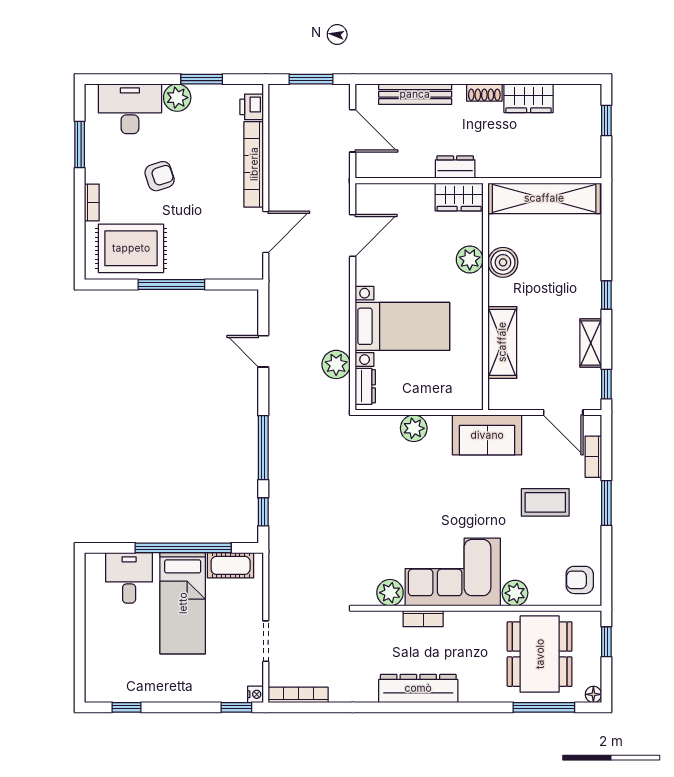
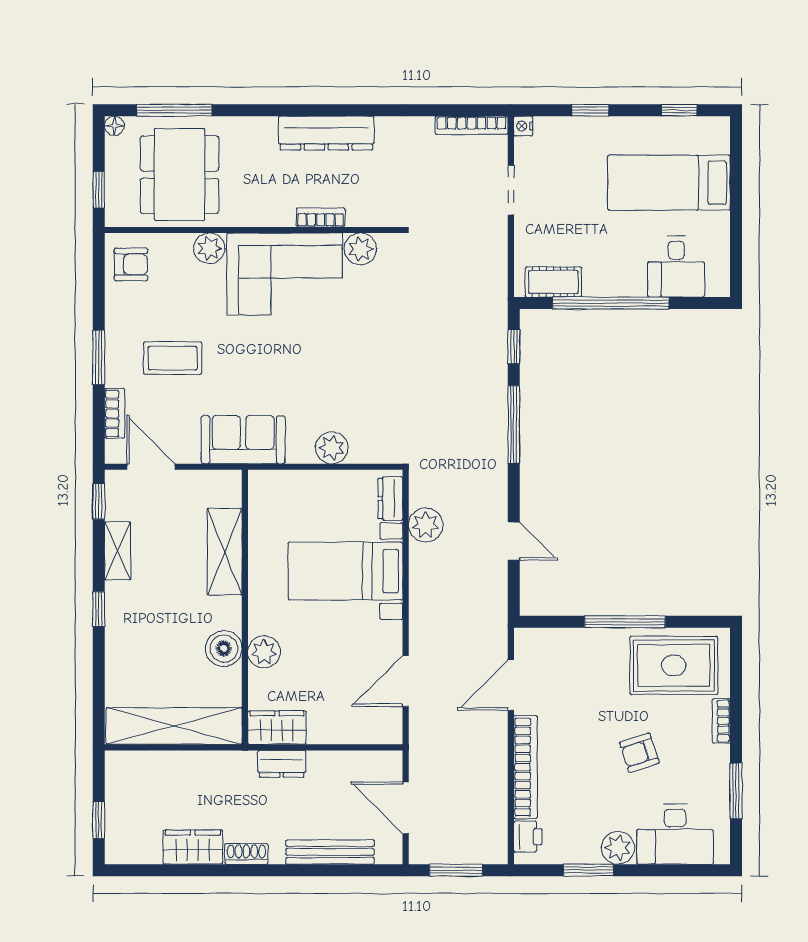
bed: (183, 603) -> (669, 183), moved, turned -90
window: (236, 707) -> (590, 110), moved

